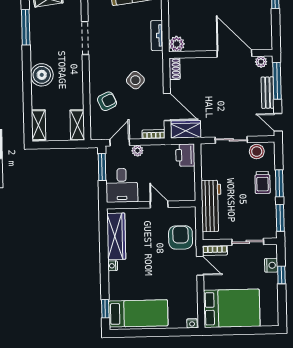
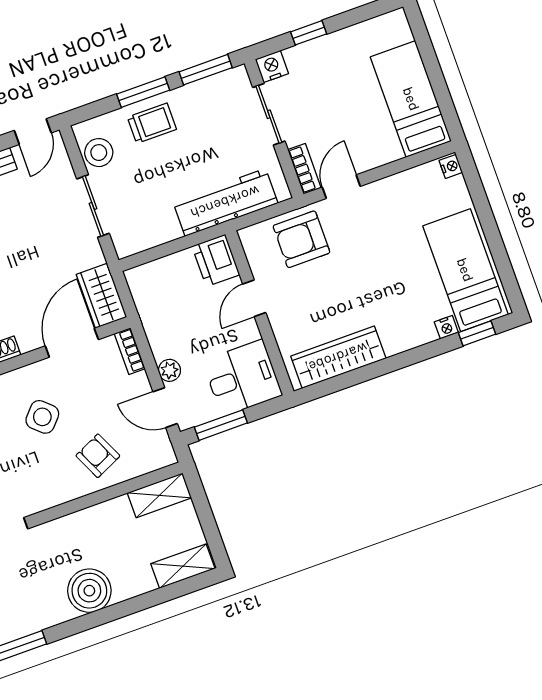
printer: (185, 155) -> (216, 260), moved, turned 90
nightstand: (271, 265) -> (272, 66), moved
nightstand: (113, 266) -> (446, 327), moved
bed: (232, 308) -> (411, 99), width x0.67

